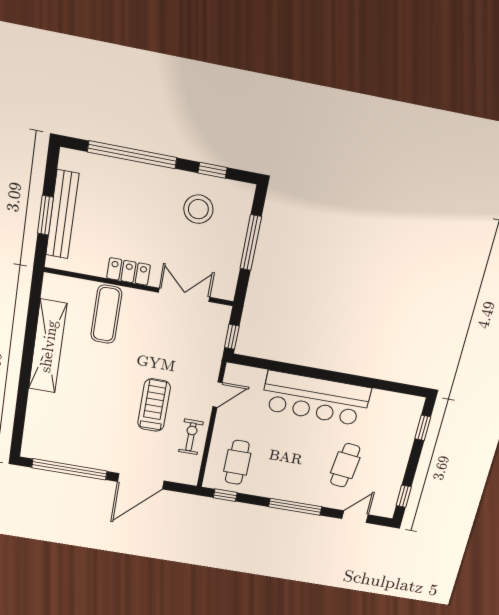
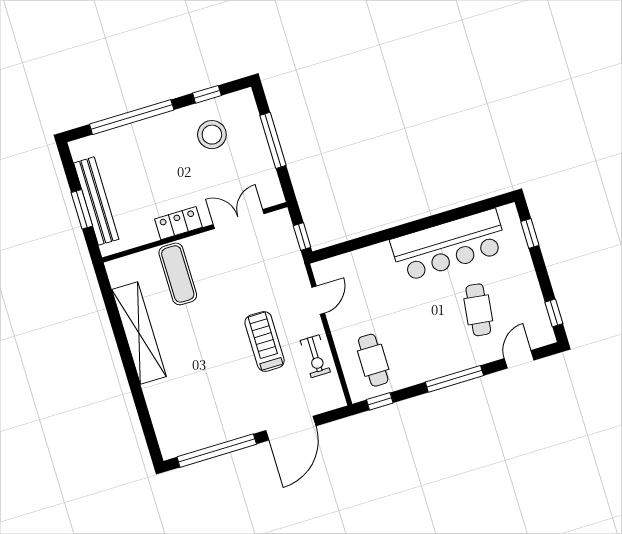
bar counter: (316, 398) -> (449, 245), moved
exercise bike: (191, 437) -> (315, 356), turned 180

